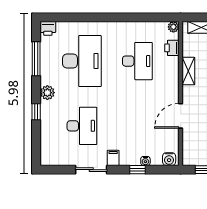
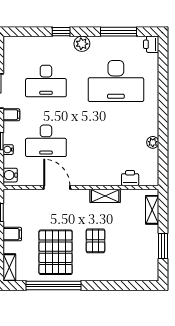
plant: (173, 27) -> (153, 142), moved
desk: (137, 61) -> (46, 141), moved

